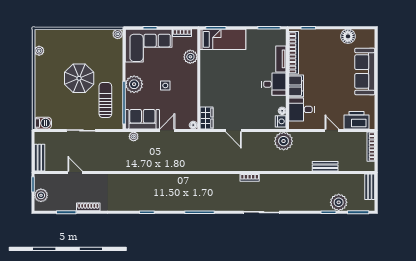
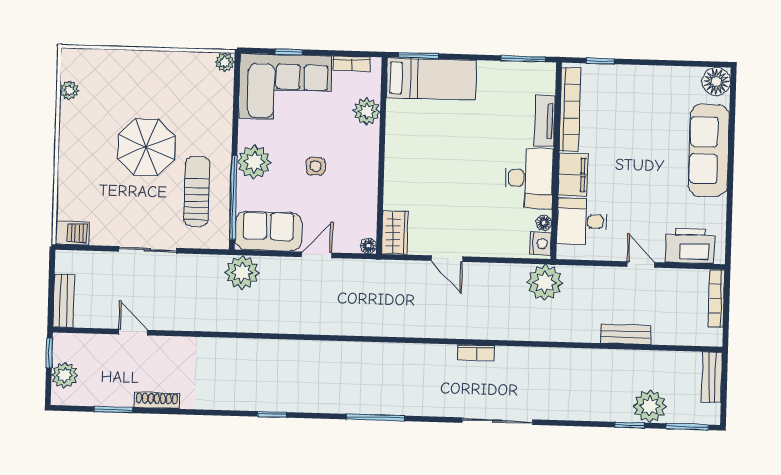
floor lamp: (348, 36) -> (716, 81), moved
desk: (274, 84) -> (529, 178), width x1.37
plant: (134, 136) -> (242, 273), width x1.87, depth x1.87

